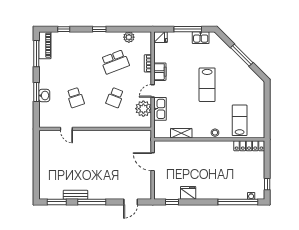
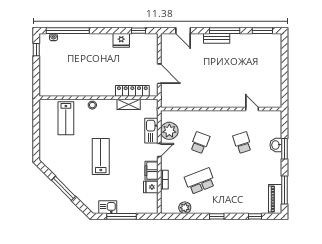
fridge: (161, 37) -> (151, 187), moved
locker: (249, 146) -> (132, 91), moved
bench: (75, 195) -> (217, 38), moved
door: (131, 202) -> (183, 31), swing flipped

